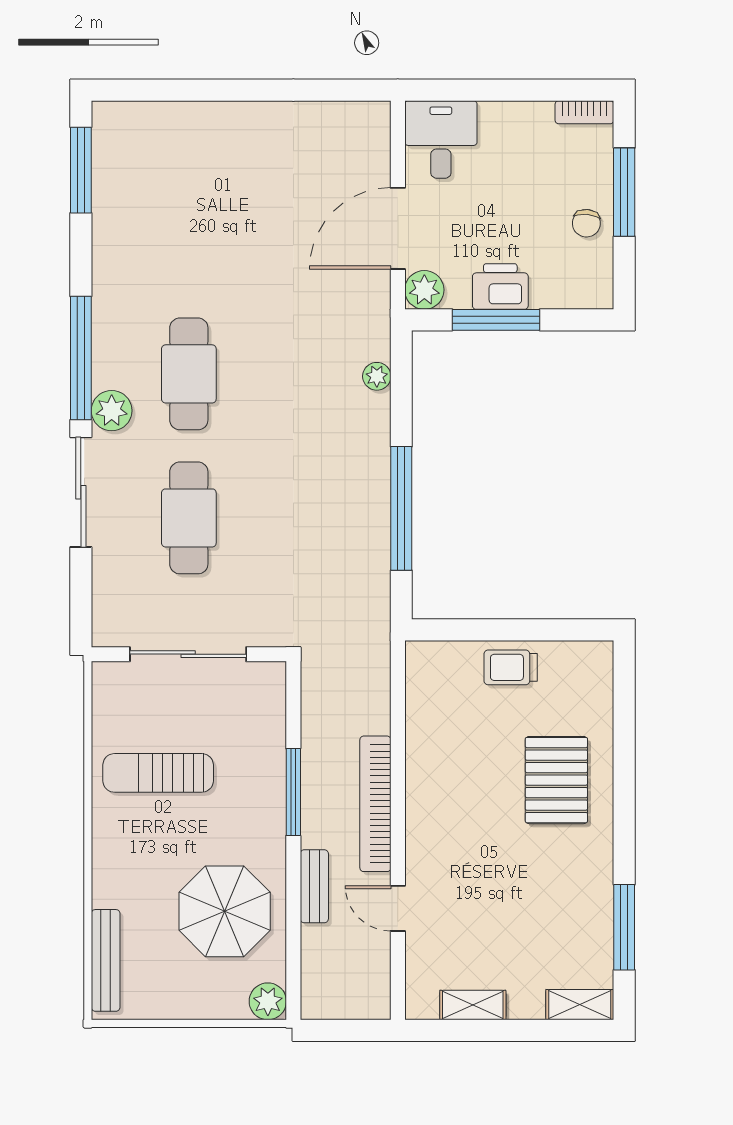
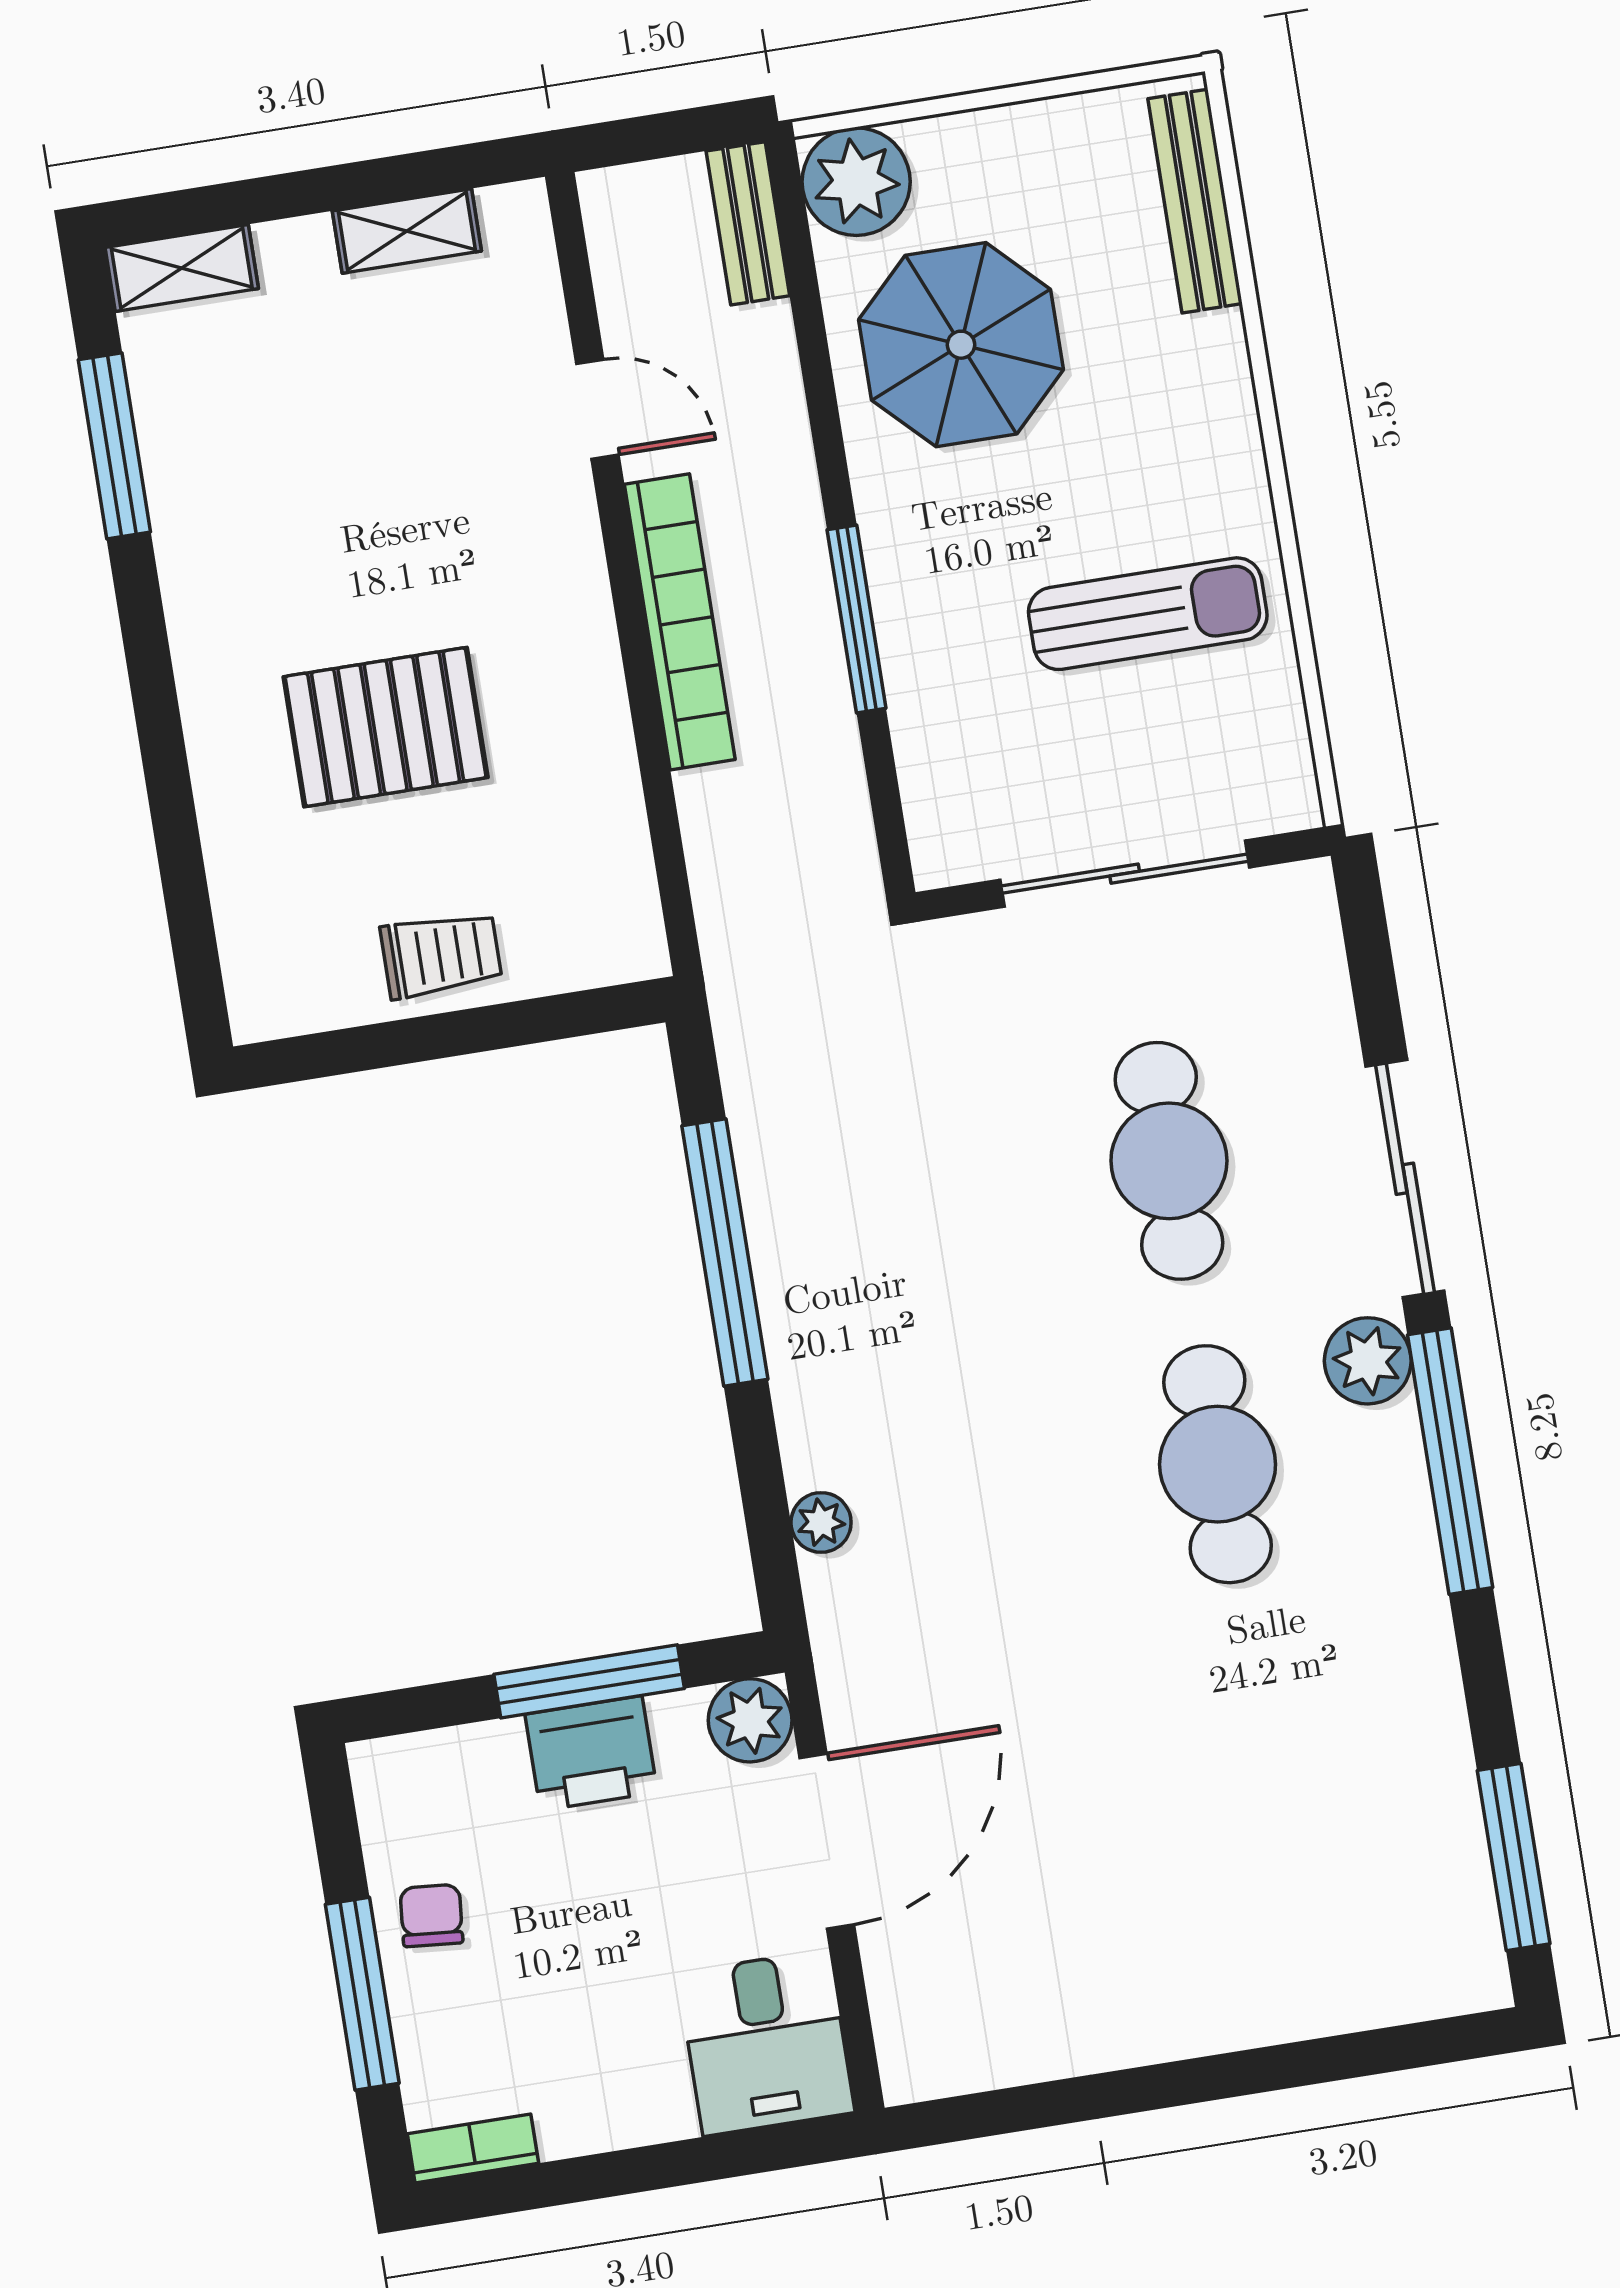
pallet: (556, 780) -> (386, 727), moved, turned 90
bench: (314, 886) -> (748, 223), moved
plant: (268, 1001) -> (856, 182), width x1.36, depth x1.36

